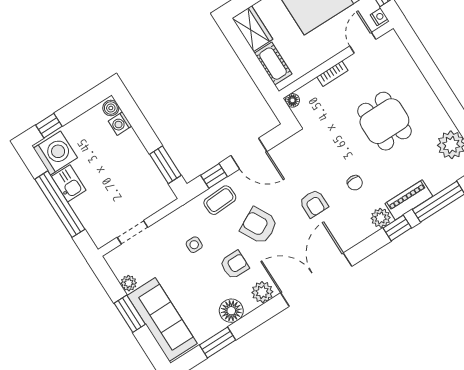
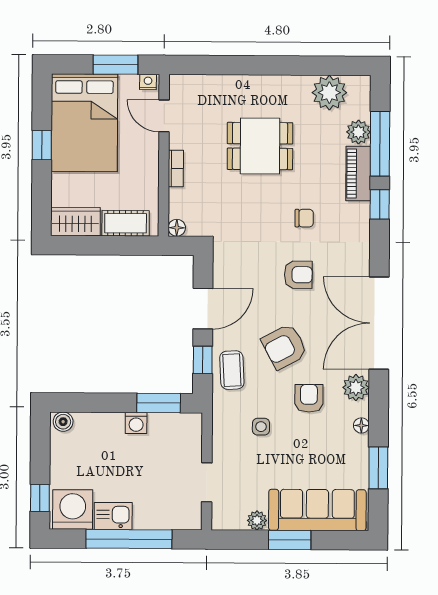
washing machine: (120, 124) -> (136, 423), moved
plant: (381, 218) -> (358, 132), moved
floor lamp: (231, 311) -> (361, 425), width x0.53, depth x0.53

